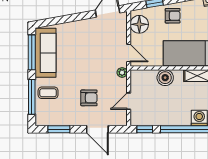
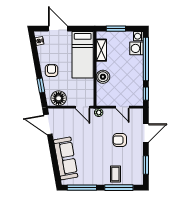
sofa: (45, 53) -> (66, 158), moved, turned 80
door: (129, 53) -> (83, 107), swing flipped
armchair: (89, 98) -> (120, 140), turned -90

